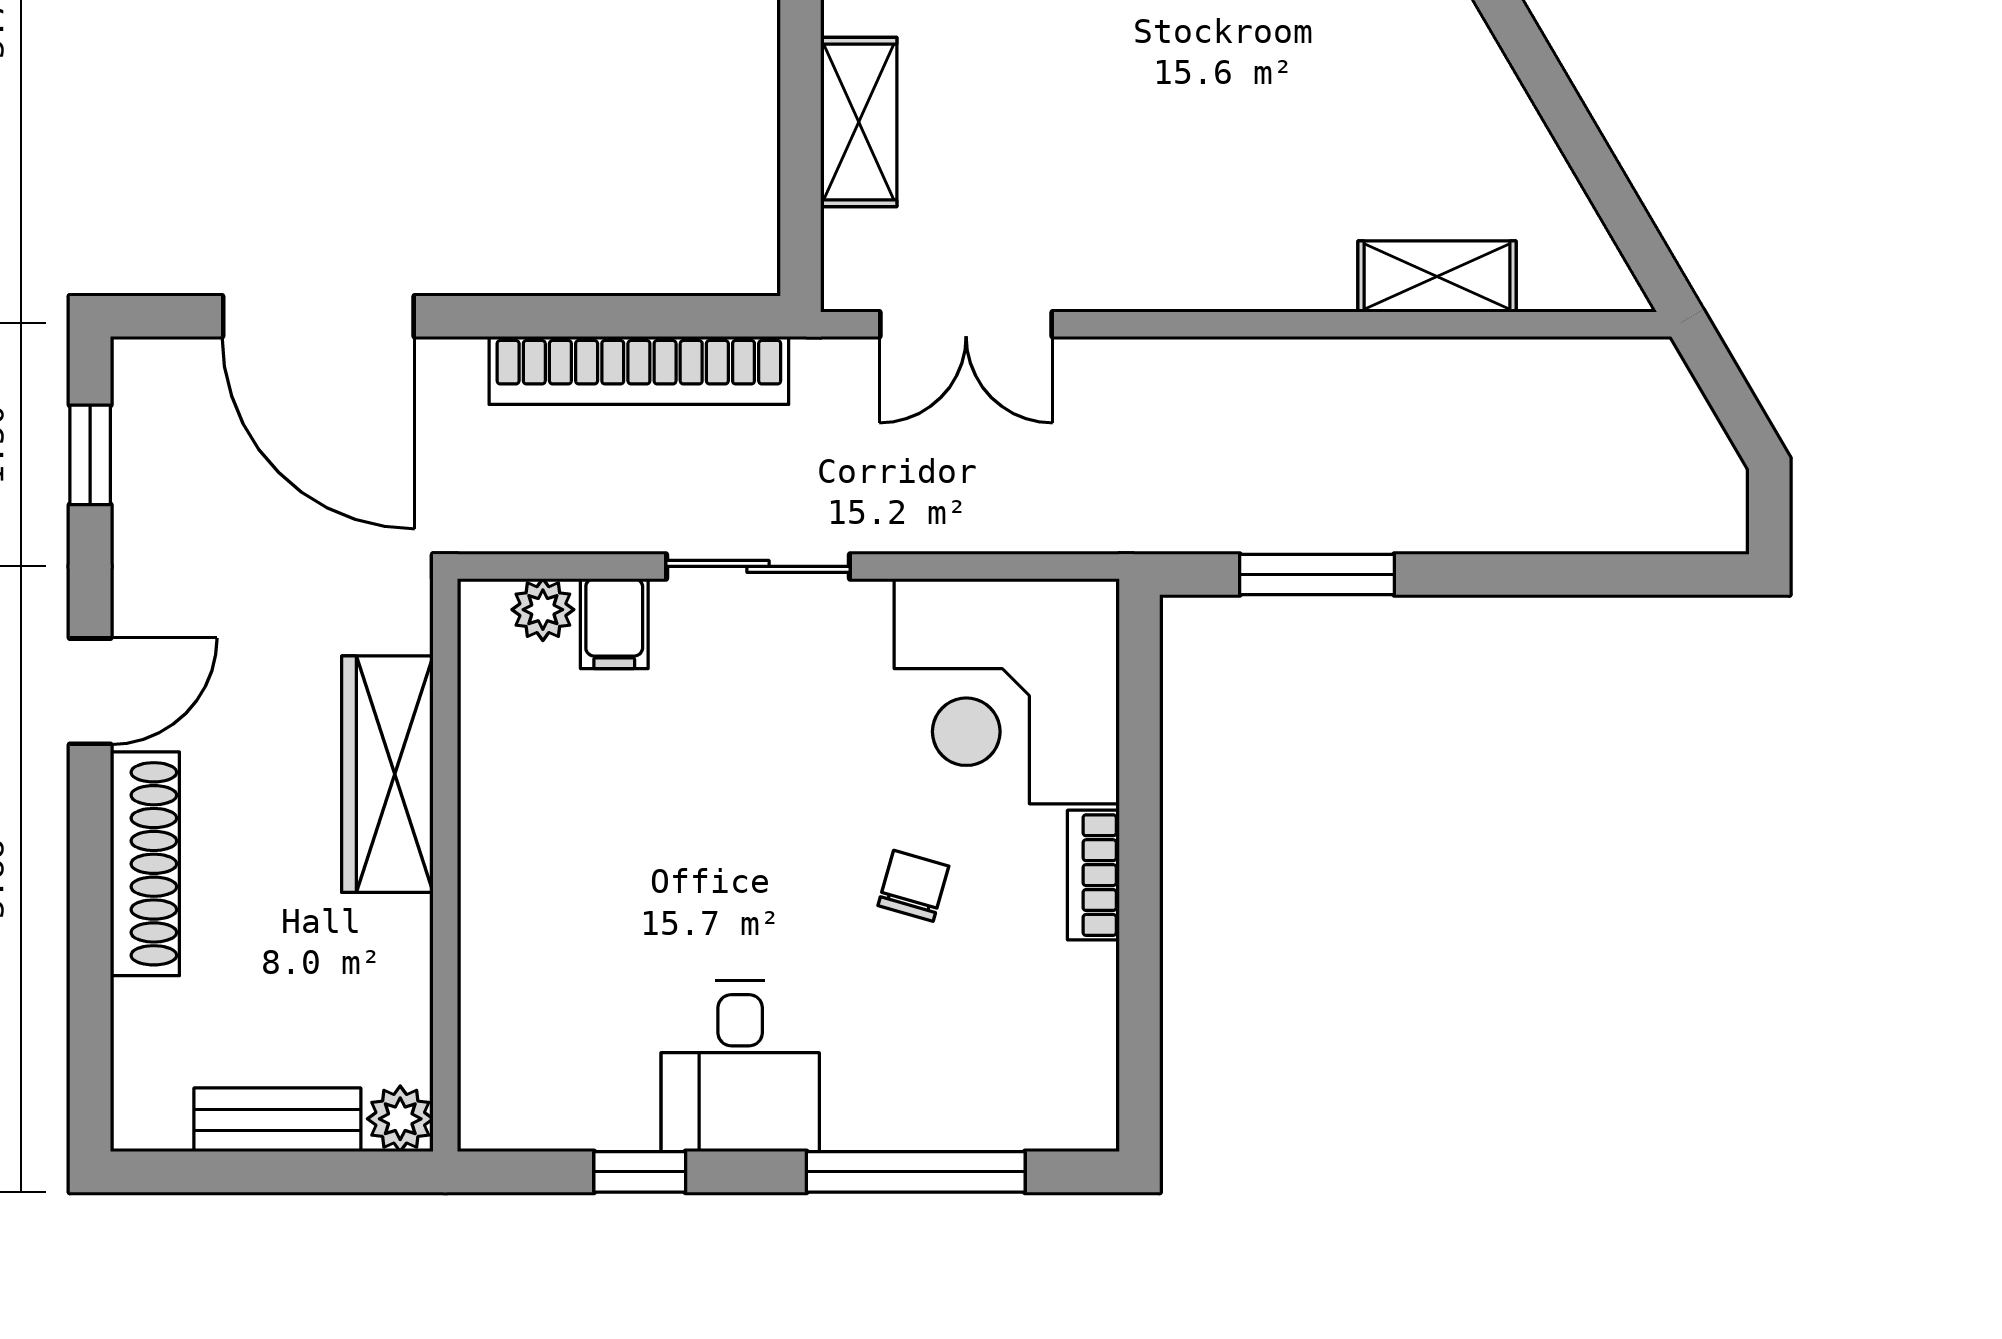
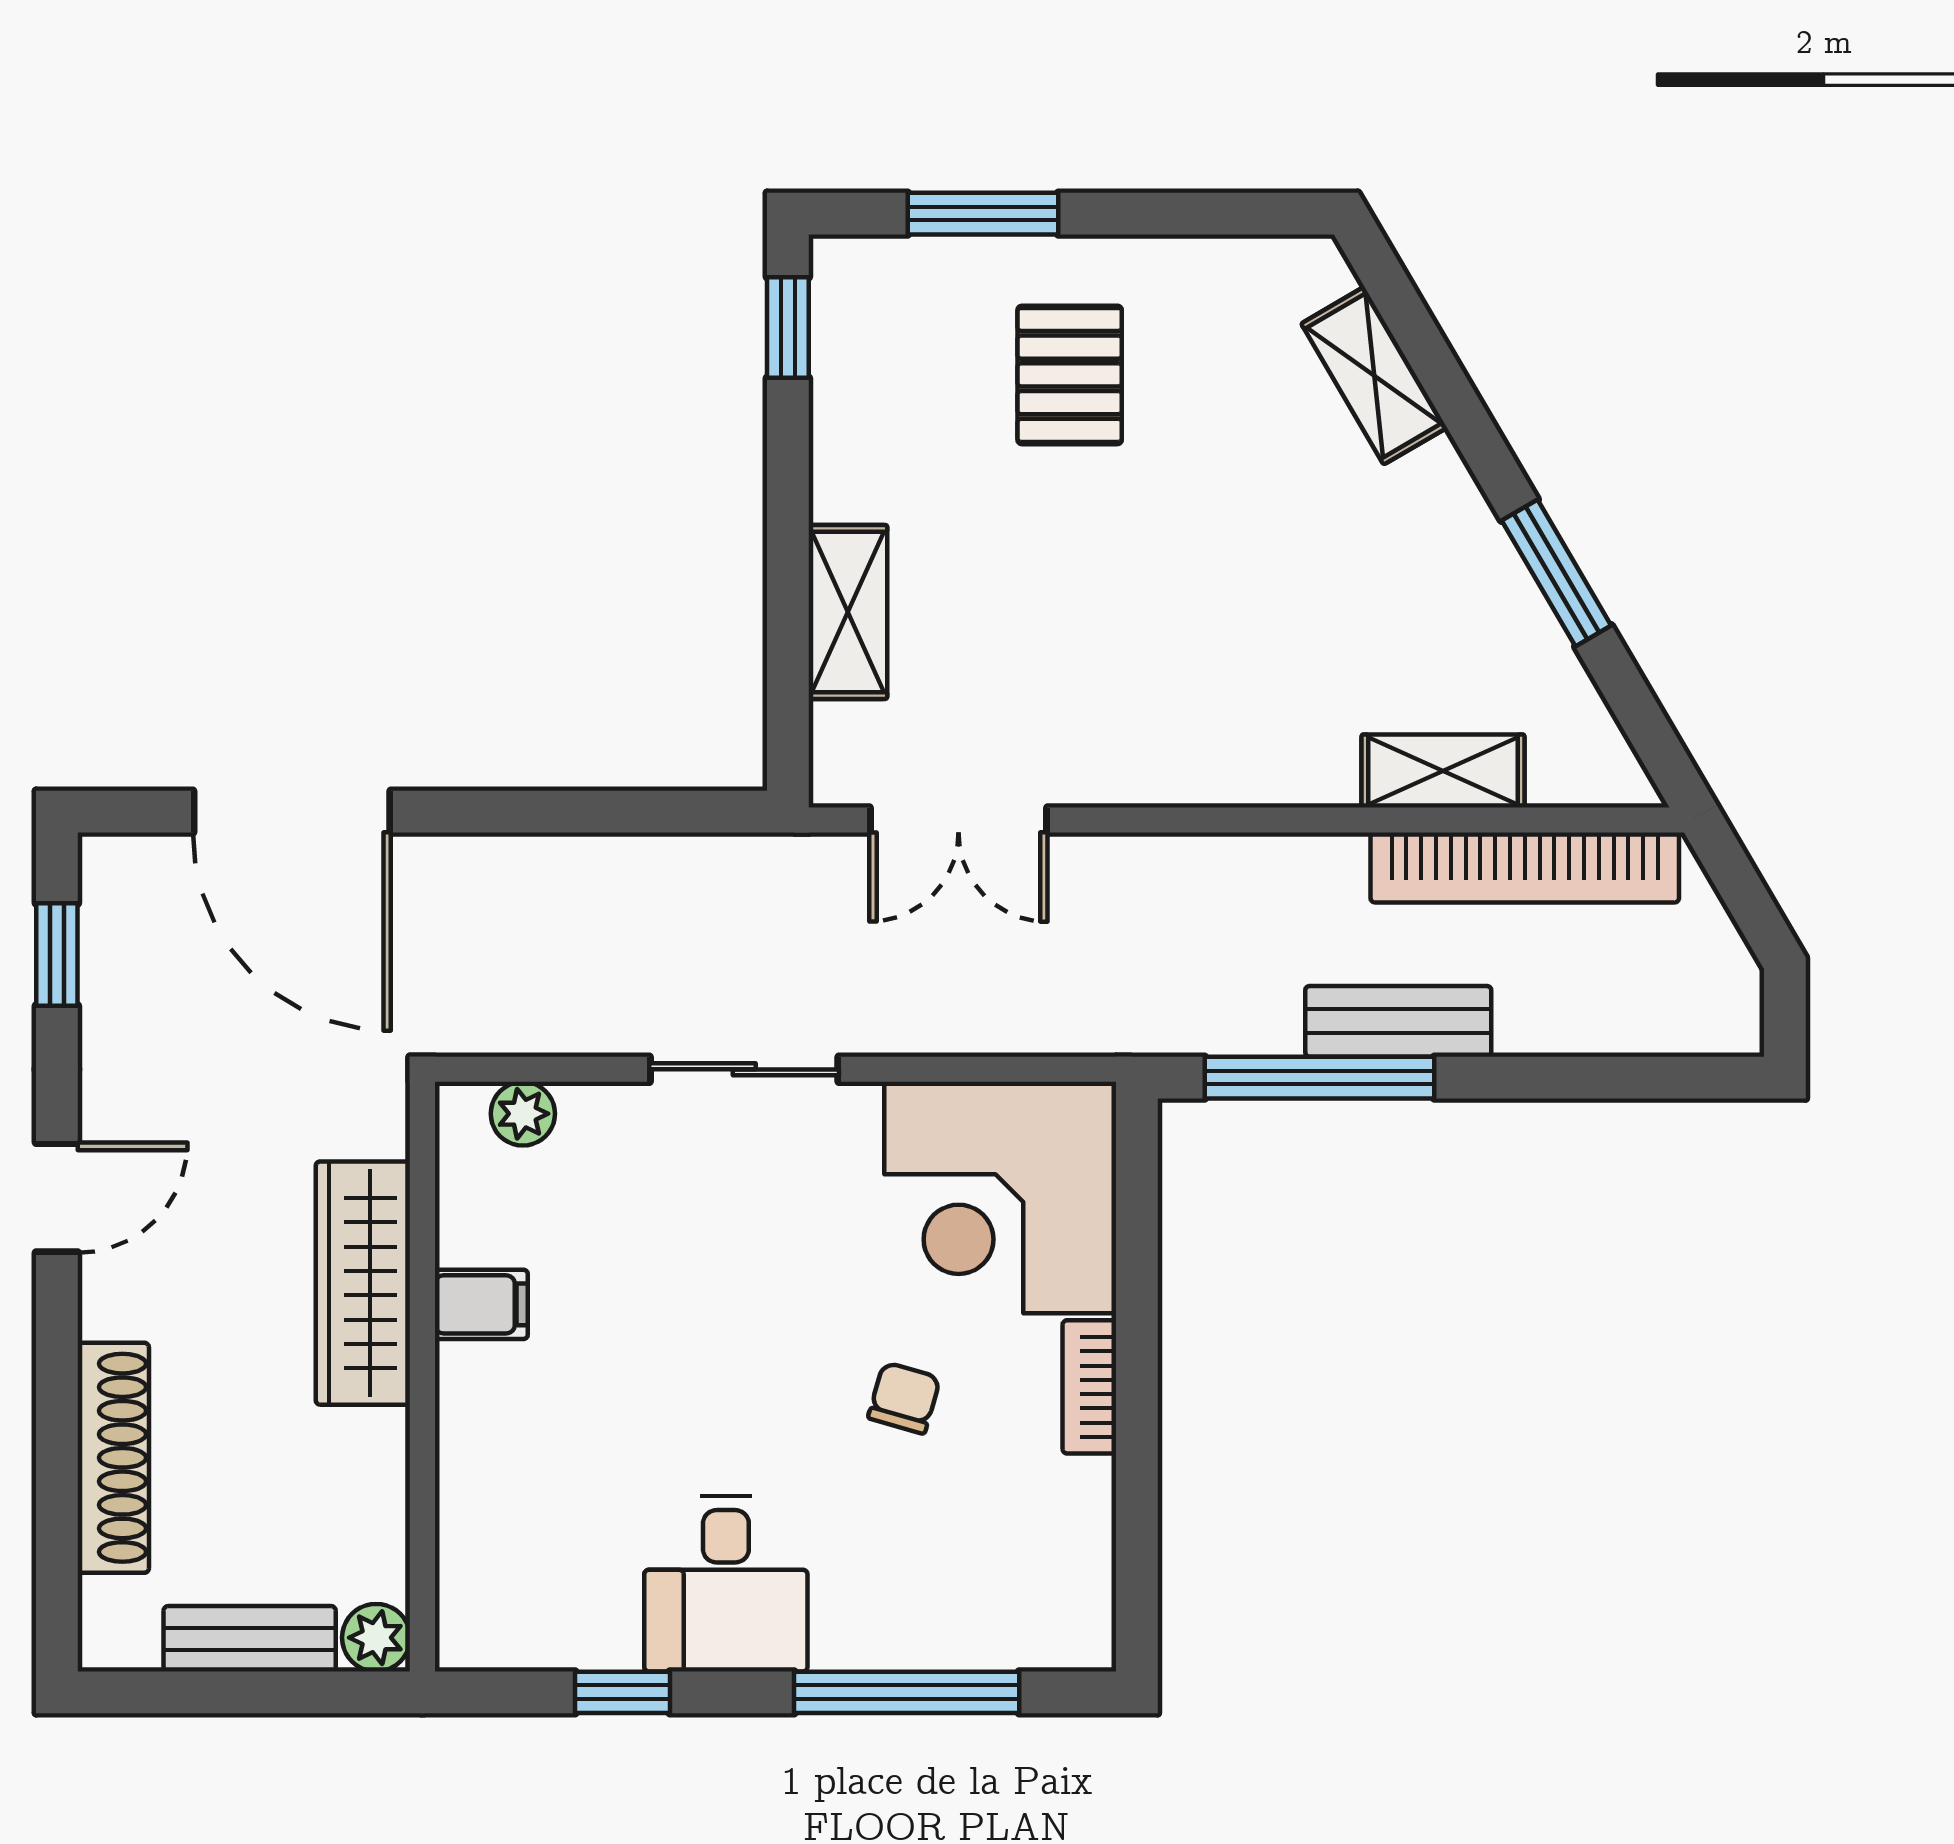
window: (1547, 84) -> (1556, 573), added
bookcase: (639, 370) -> (1525, 868), moved
bench: (1394, 520) -> (1398, 1021), added
window: (1317, 575) -> (1320, 1078), width x1.44
filing cabinet: (614, 624) -> (481, 1304), moved, turned -90
shoe rack: (145, 864) -> (113, 1458), moved

